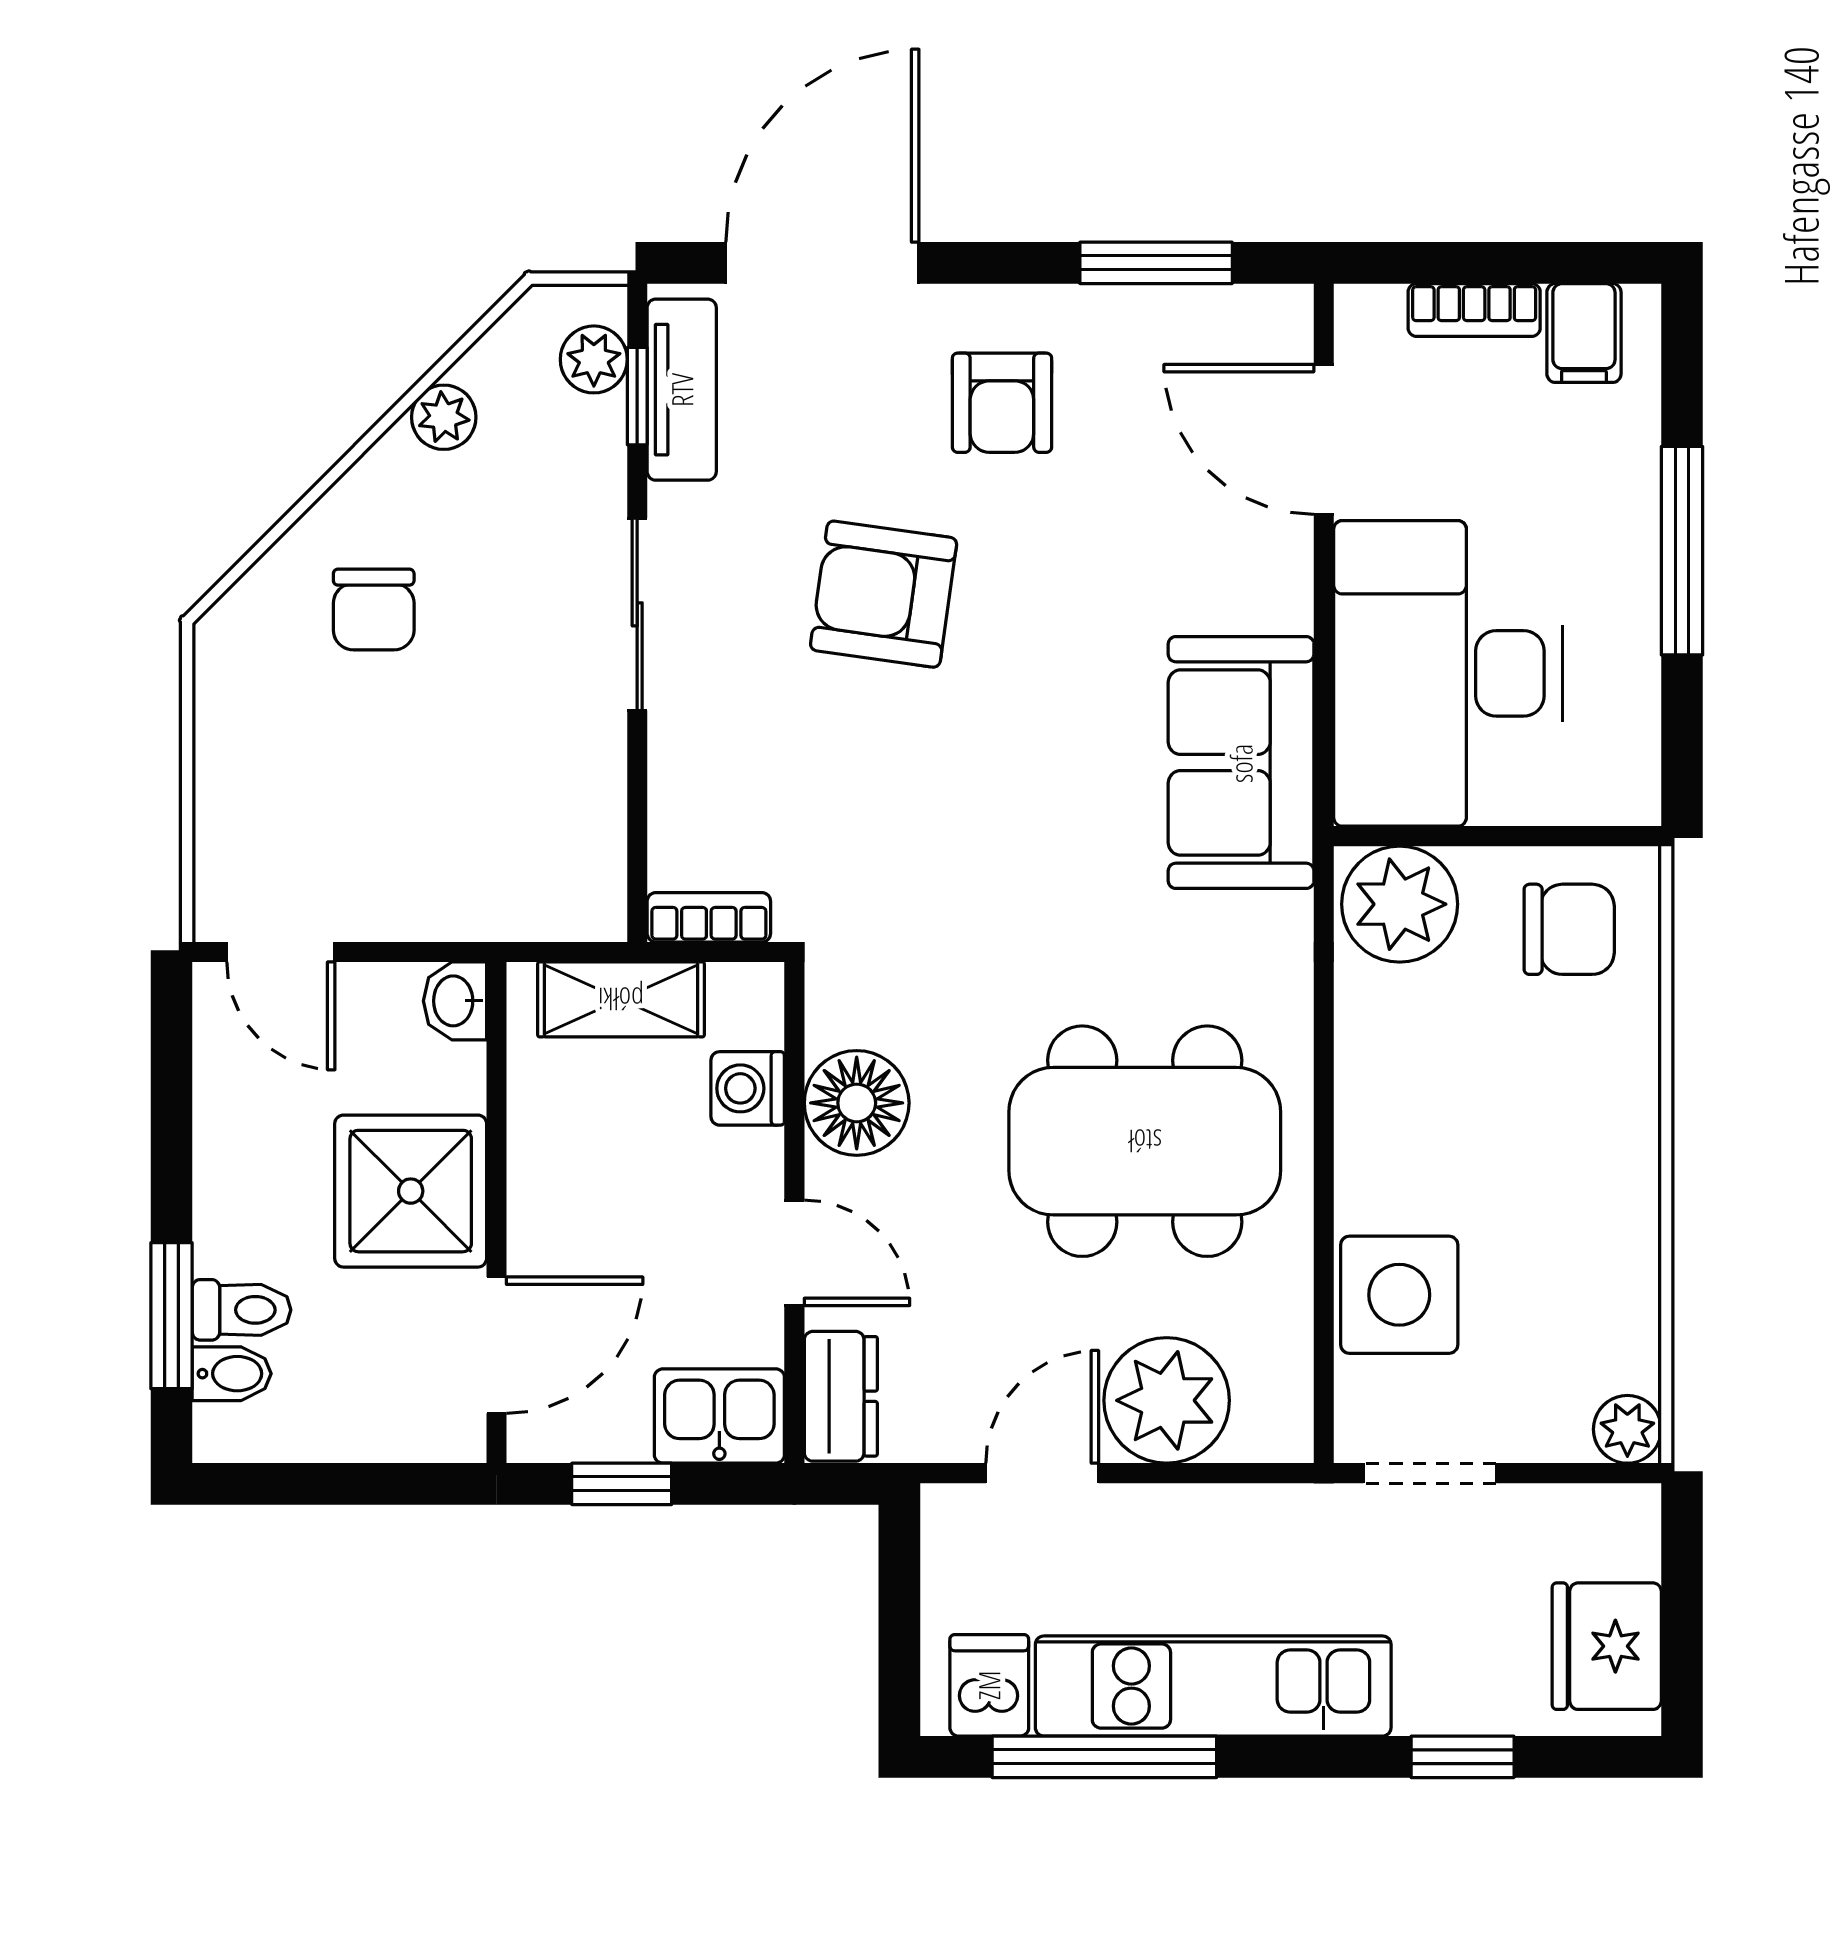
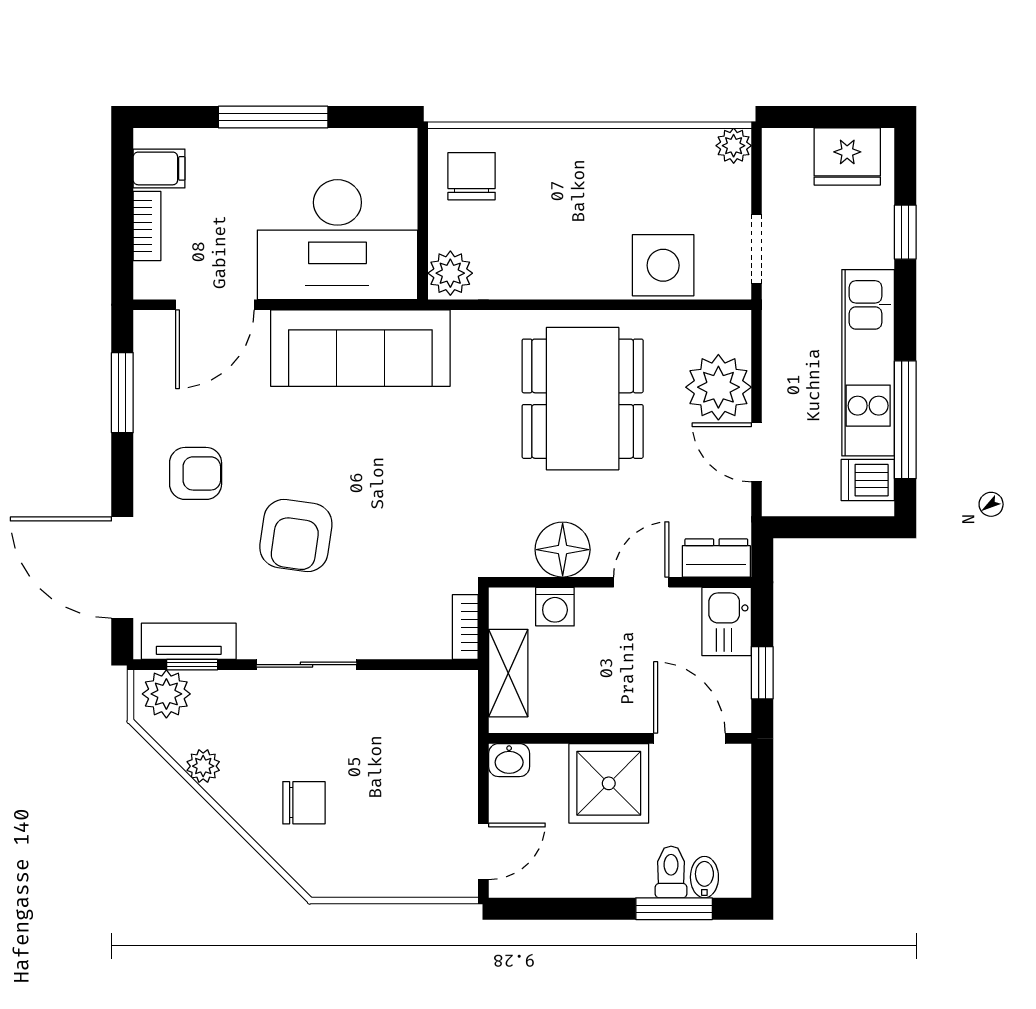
plant: (594, 359) -> (166, 694), width x1.38, depth x1.38
sofa: (1241, 763) -> (360, 348), width x1.36
plant: (1400, 904) -> (450, 273), width x0.73, depth x0.73

